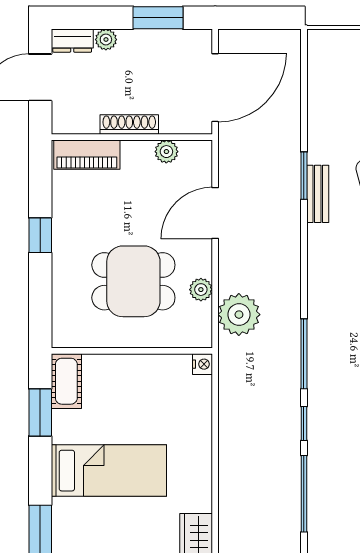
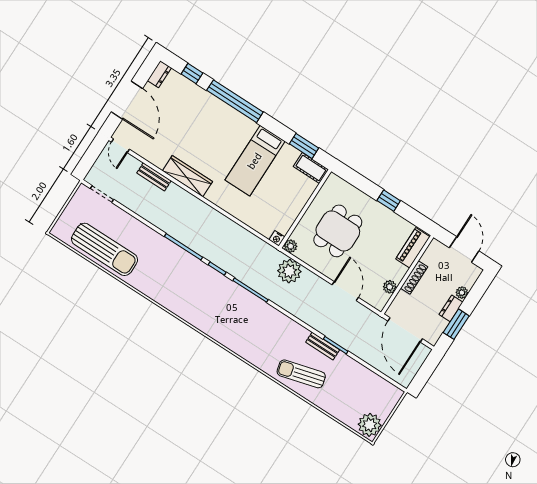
dresser: (72, 41) -> (451, 308), moved
plant: (201, 290) -> (291, 246), moved

